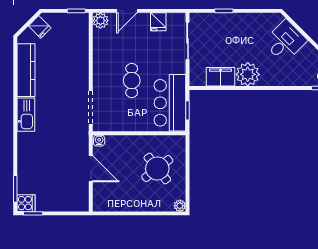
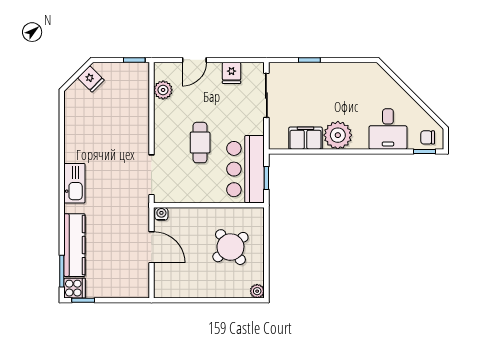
plant: (100, 21) -> (163, 90), moved
desk: (285, 41) -> (388, 129), moved, turned 135
kitchen counter: (26, 70) -> (74, 245), moved

